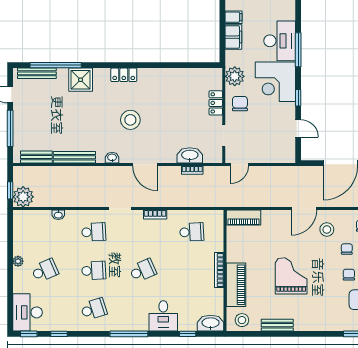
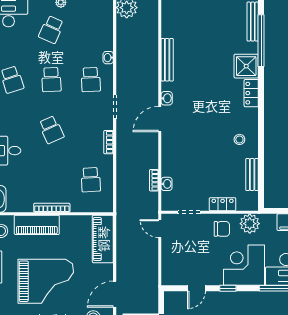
locker: (124, 75) -> (251, 93), moved
stool: (130, 120) -> (239, 139), moved, width x0.53, depth x0.53
washbasin: (190, 155) -> (167, 184), width x0.52, depth x0.69
bench: (36, 157) -> (252, 175), moved
door: (145, 164) -> (160, 119), moved
door: (304, 209) -> (115, 294), hinge flipped
washbasin: (58, 215) -> (108, 58), moved
piano: (244, 218) -> (103, 239), width x1.37, depth x1.33
school desk: (45, 271) -> (51, 30), turned 48
grand piano: (291, 276) -> (46, 281), width x1.37, depth x1.48

